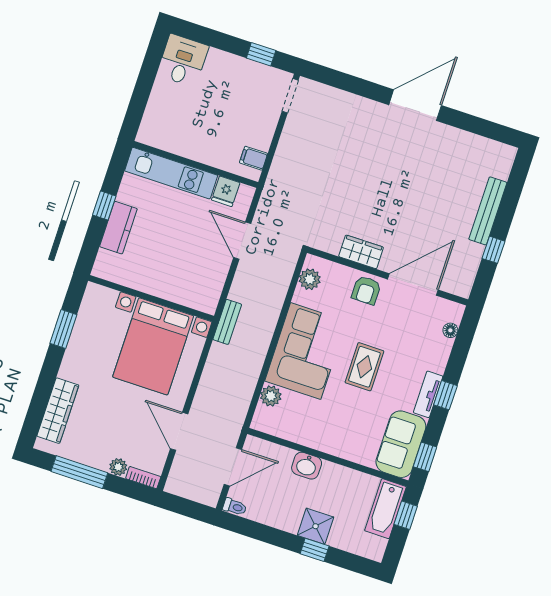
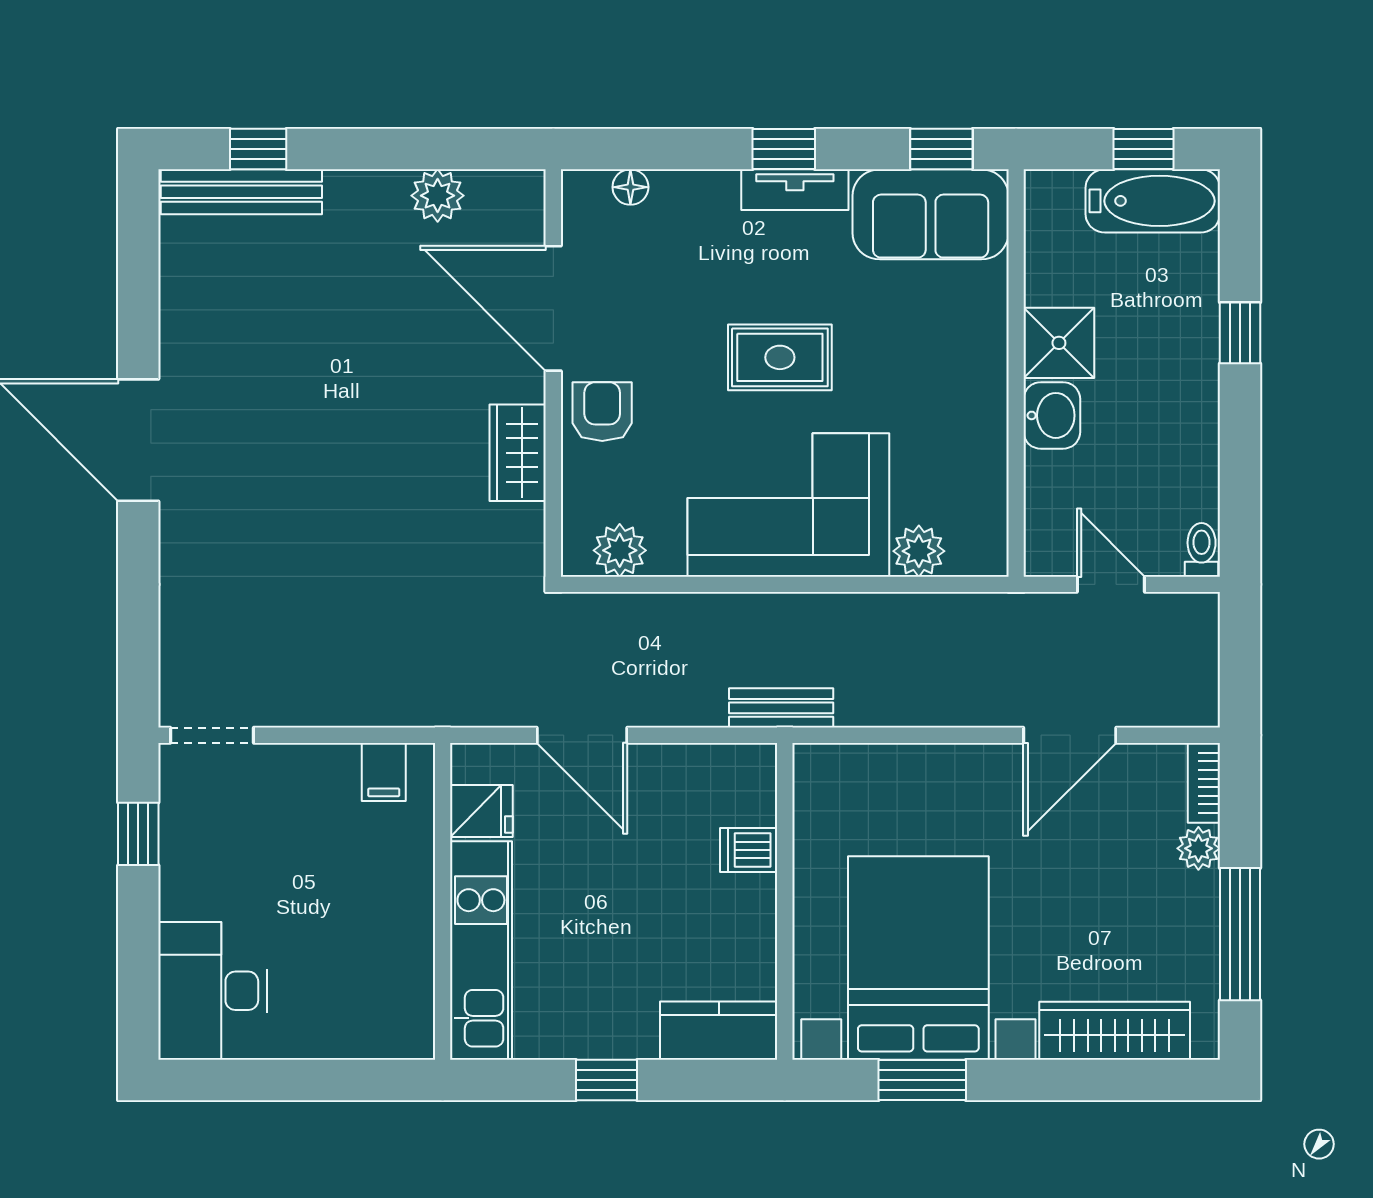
desk: (183, 61) -> (213, 991), width x1.37
bench: (488, 211) -> (241, 192), moved
kitchen counter: (118, 228) -> (719, 1031), moved
door: (242, 241) -> (582, 735), hinge flipped
window: (493, 250) -> (258, 149), moved
plant: (472, 254) -> (438, 196), added
armchair: (366, 290) -> (602, 412), turned -90
dishwasher: (176, 291) -> (749, 850), added
bed with nightstands: (153, 346) -> (918, 958), moved, turned -90
door: (233, 467) -> (1111, 584), width x0.73
bathtub: (385, 509) -> (1153, 201), moved
window: (406, 515) -> (1144, 149), moved
shower: (316, 526) -> (1059, 343), moved

